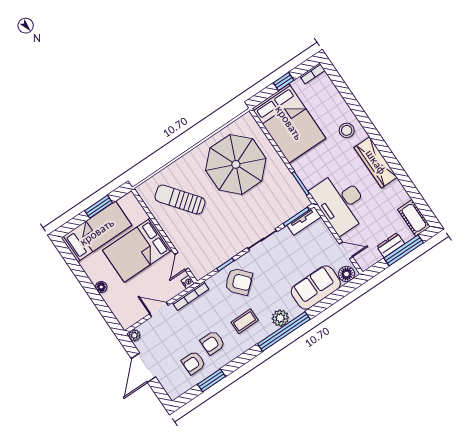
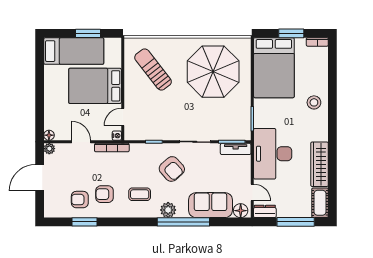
window: (284, 82) -> (291, 33), width x1.50
wardrobe: (376, 162) -> (320, 164), moved
dresser: (391, 245) -> (265, 211), moved
armchair: (239, 282) -> (172, 169), moved
floor lamp: (101, 287) -> (49, 135), moved
window: (284, 331) -> (183, 222), moved

